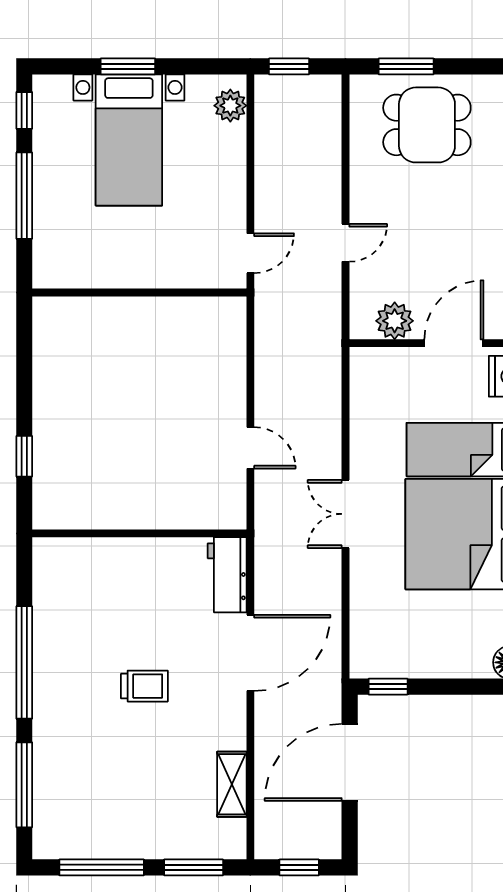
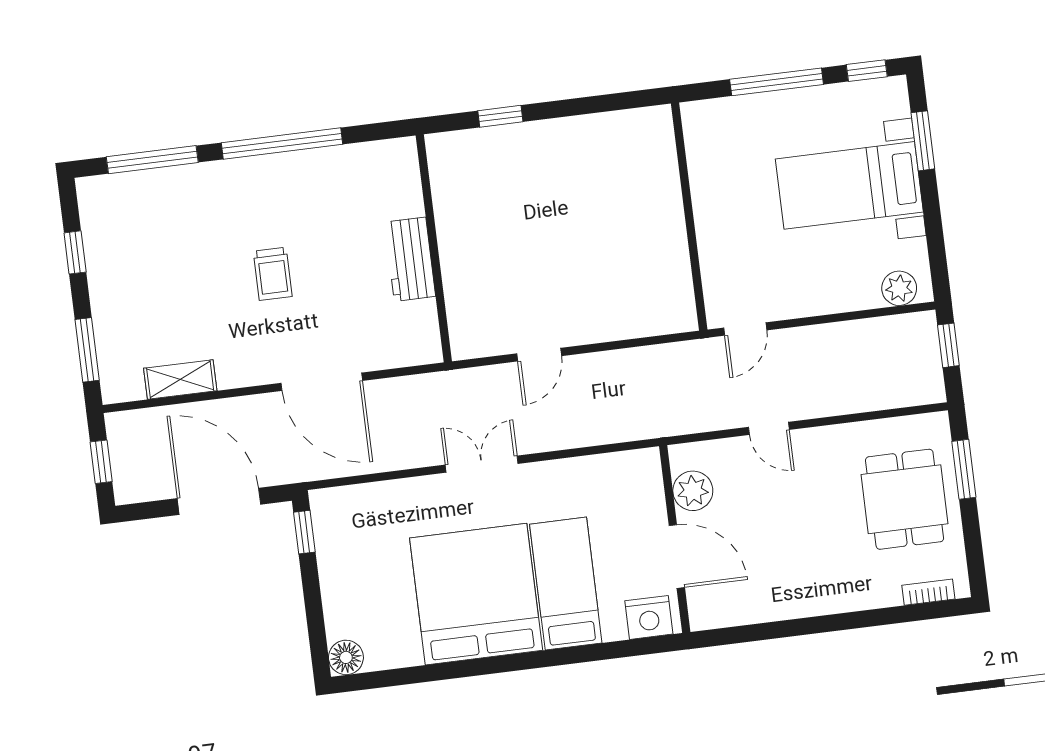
window: (128, 66) -> (923, 141), moved
door: (250, 253) -> (745, 329), hinge flipped
workbench: (227, 575) -> (410, 259), moved, turned -90
window: (102, 867) -> (75, 252), width x0.46

